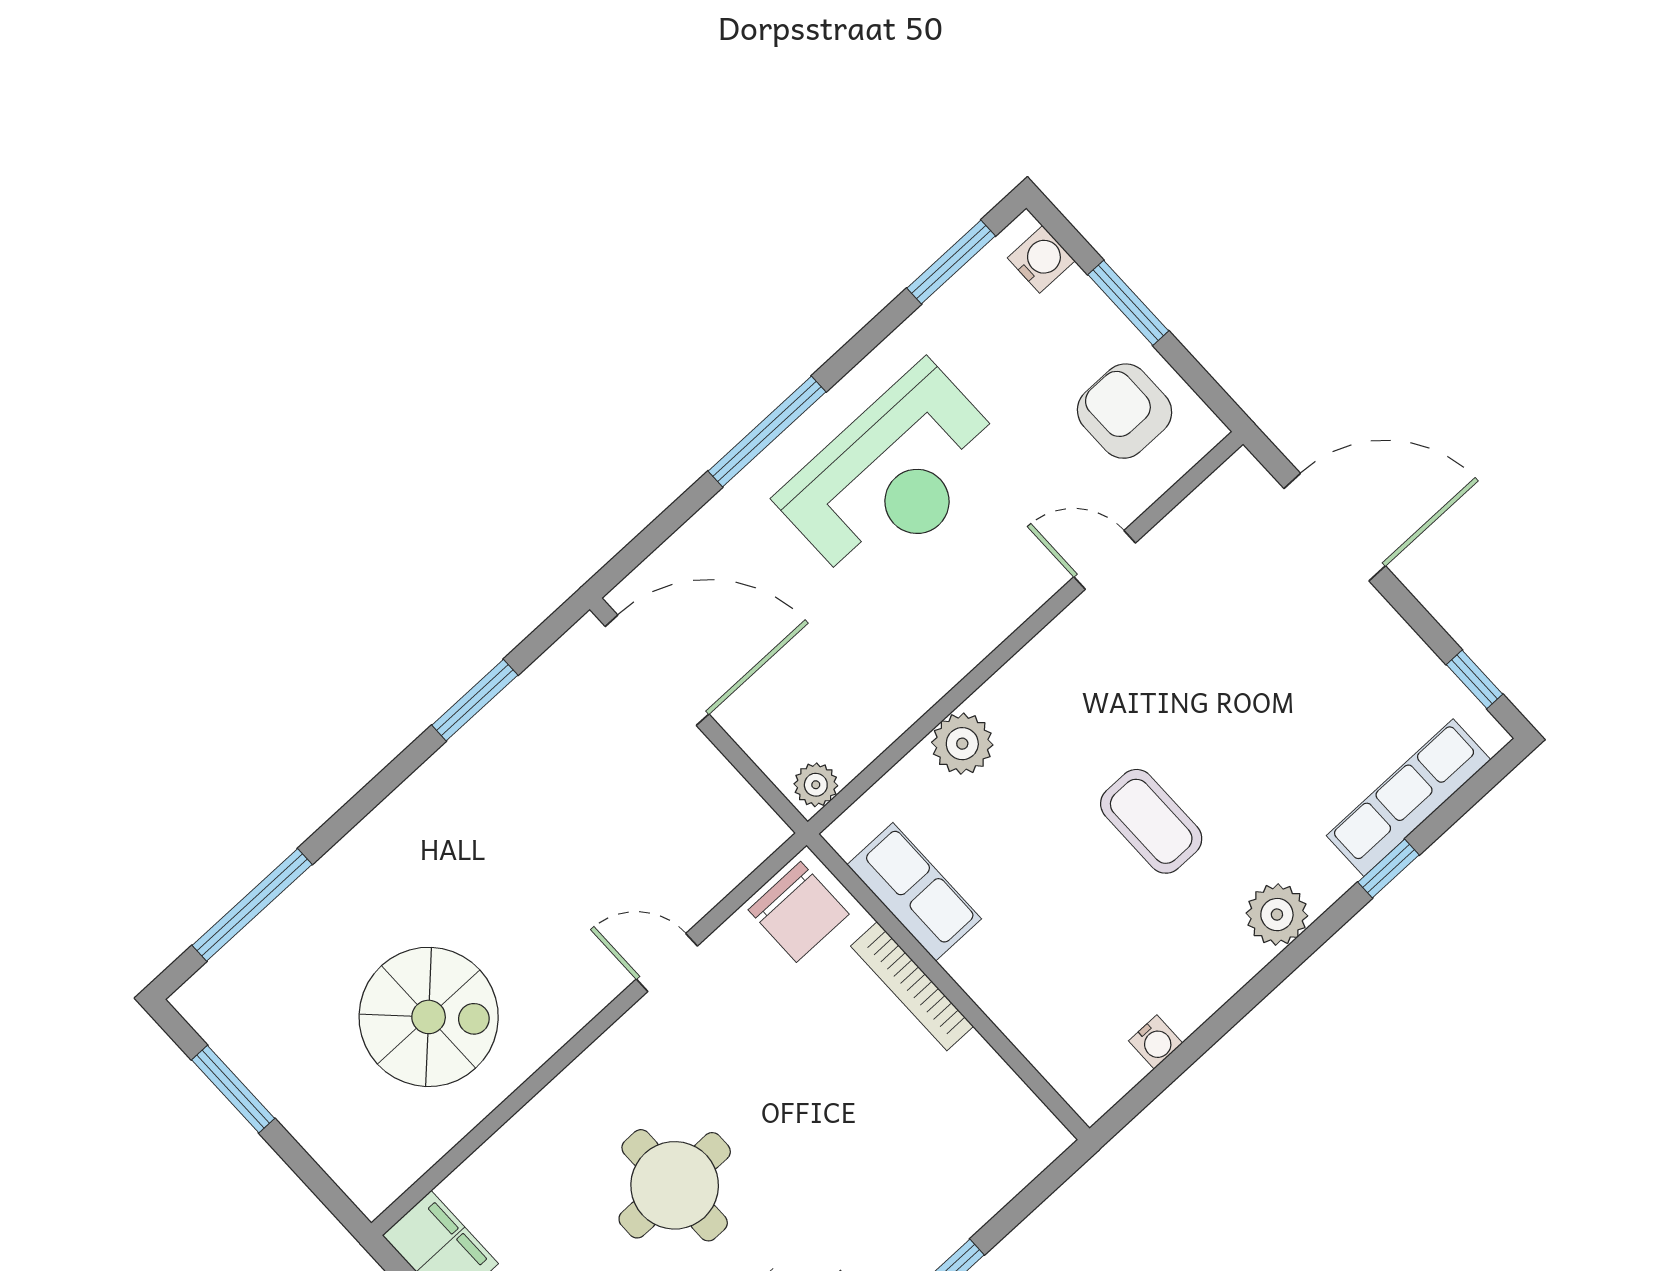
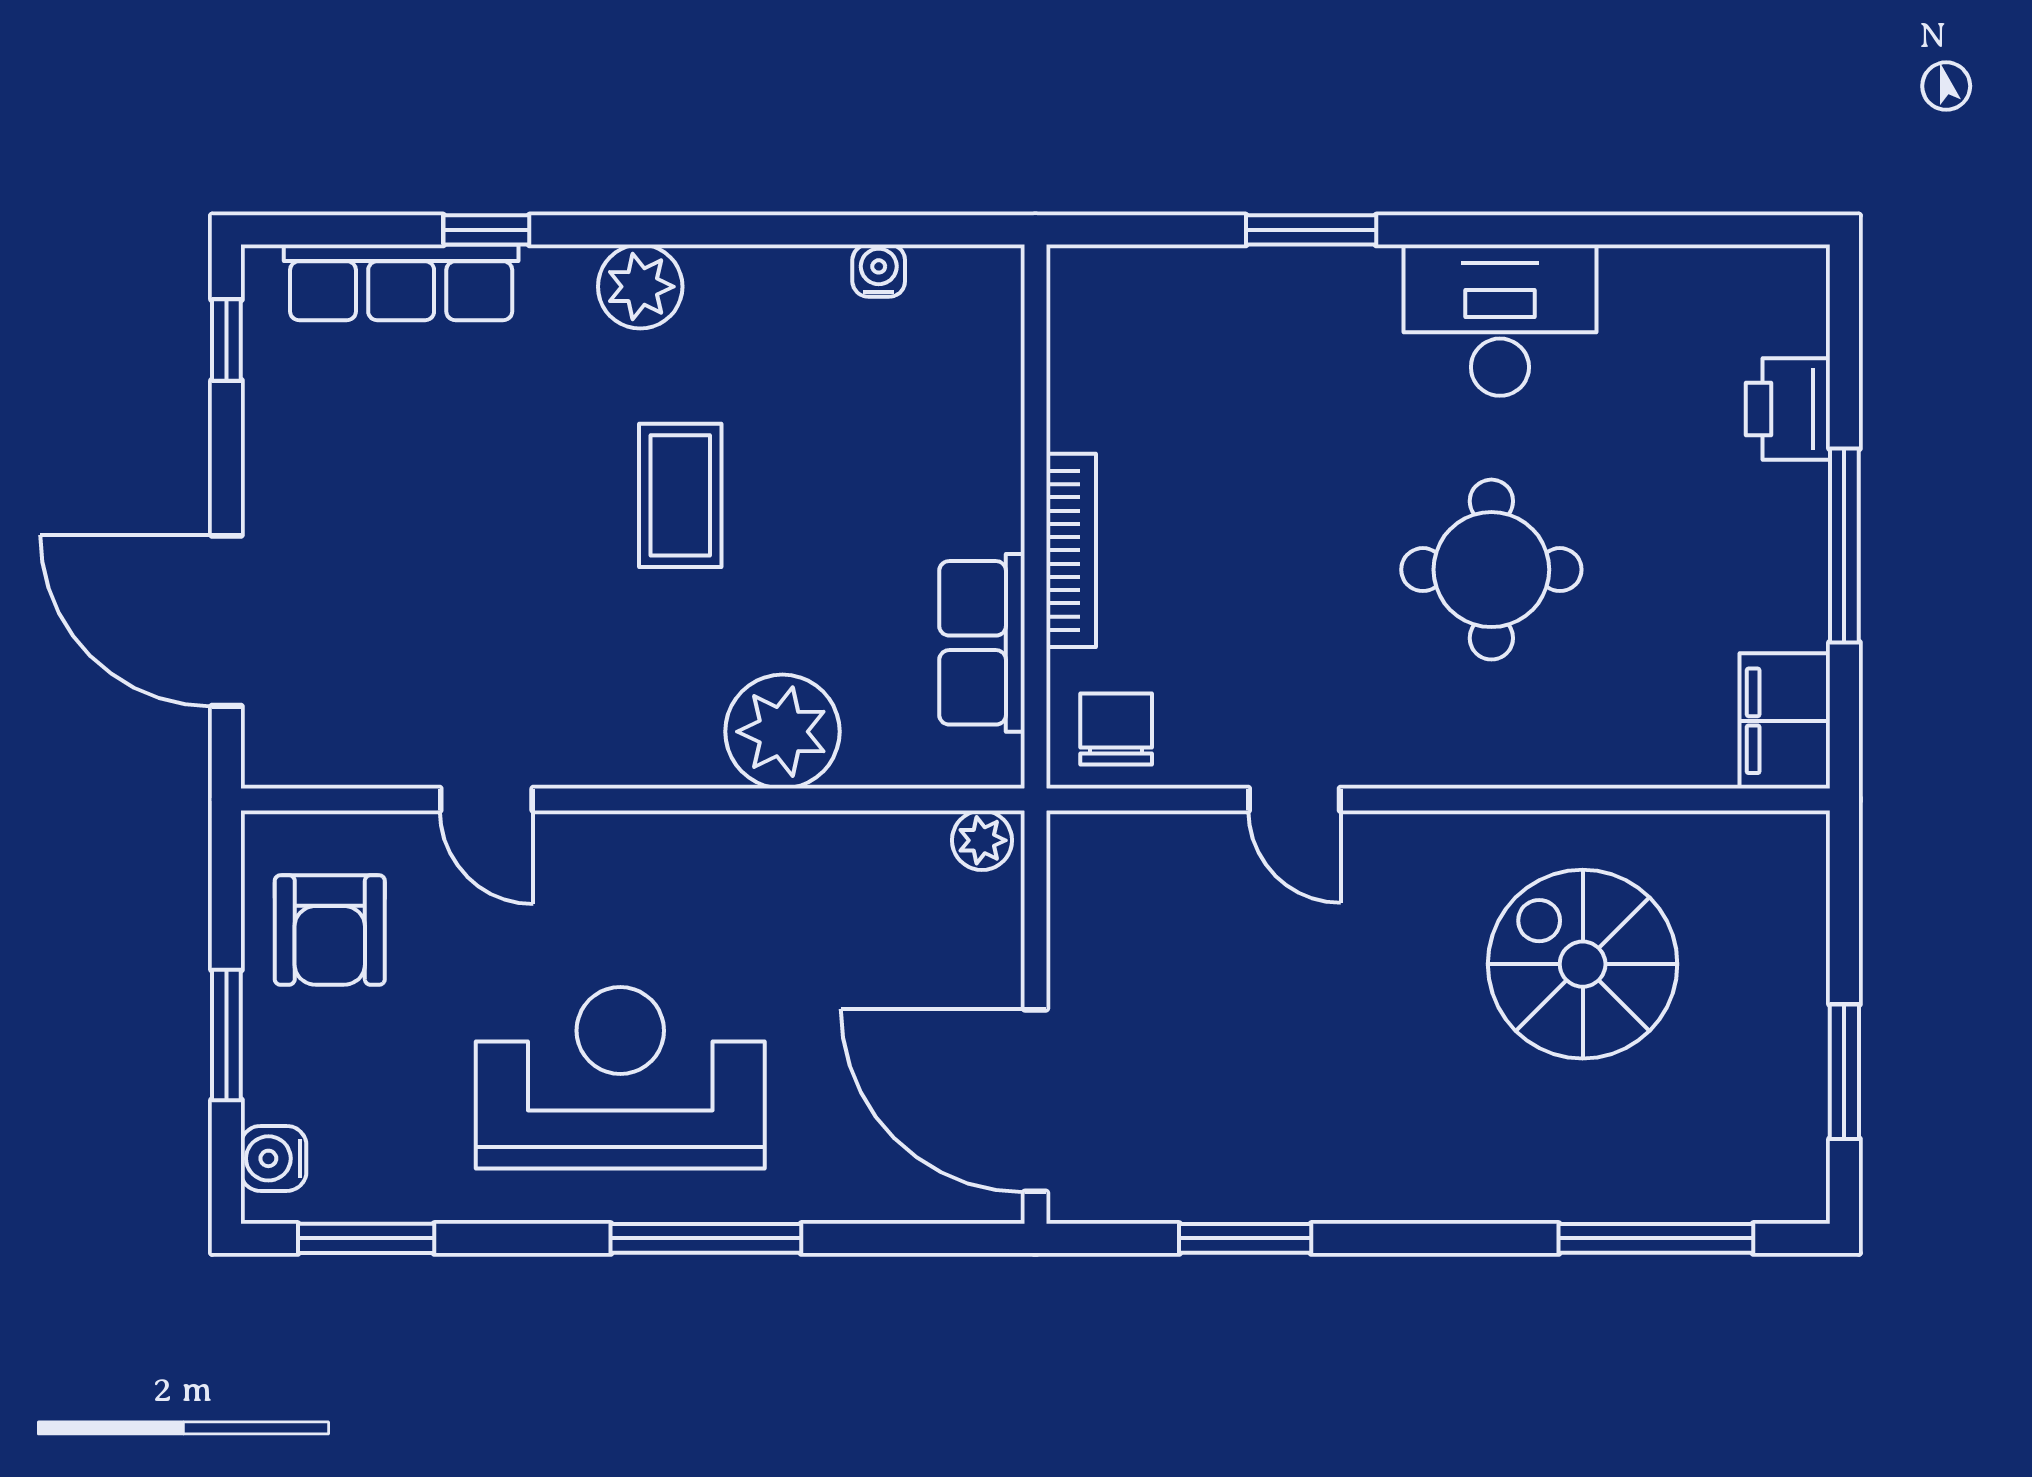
plant: (962, 744) -> (782, 732), width x1.36, depth x1.36
chair: (799, 912) -> (1116, 729), width x0.73, depth x0.73

